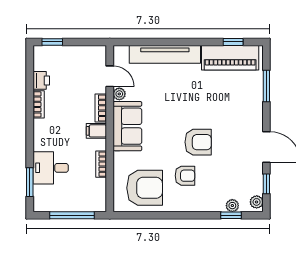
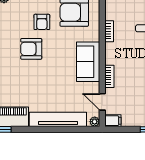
plant: (119, 94) -> (95, 122), moved
filing cabinet: (96, 131) -> (113, 121), moved
armchair: (185, 176) -> (42, 22), turned -90

